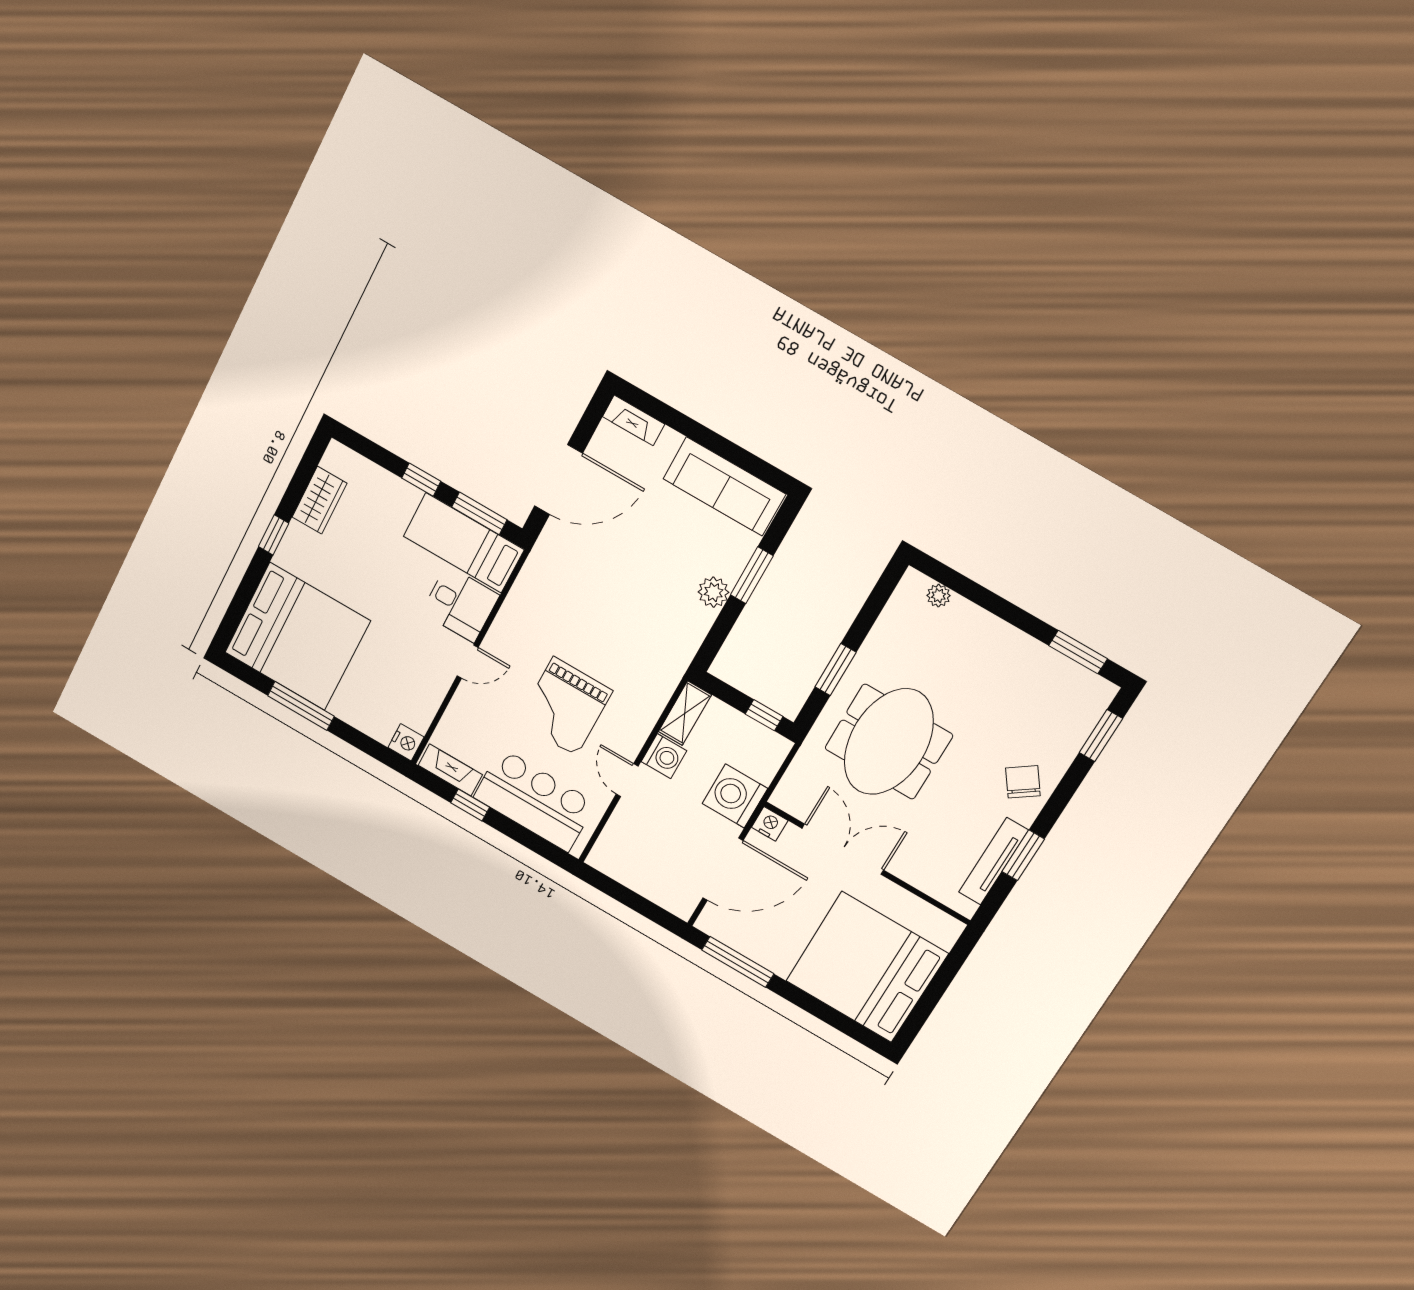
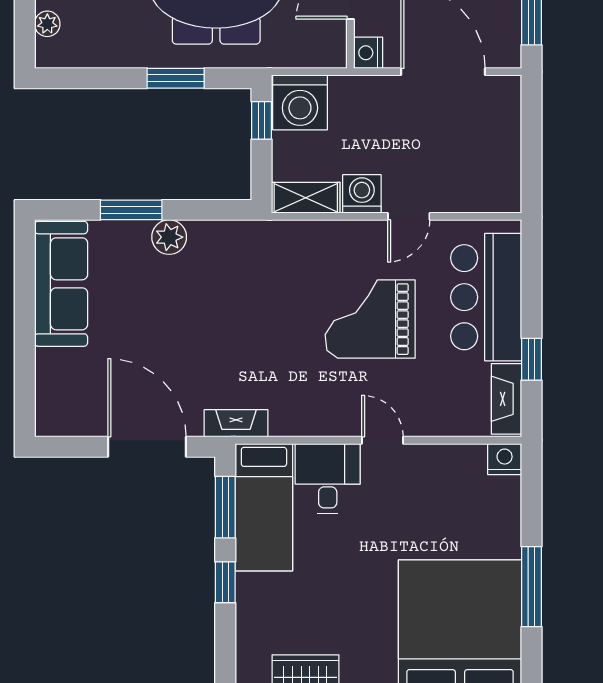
fireplace: (634, 420) -> (236, 423), moved, turned -90
grand piano: (565, 706) -> (370, 319), turned 180
washing machine: (735, 796) -> (300, 102), moved

